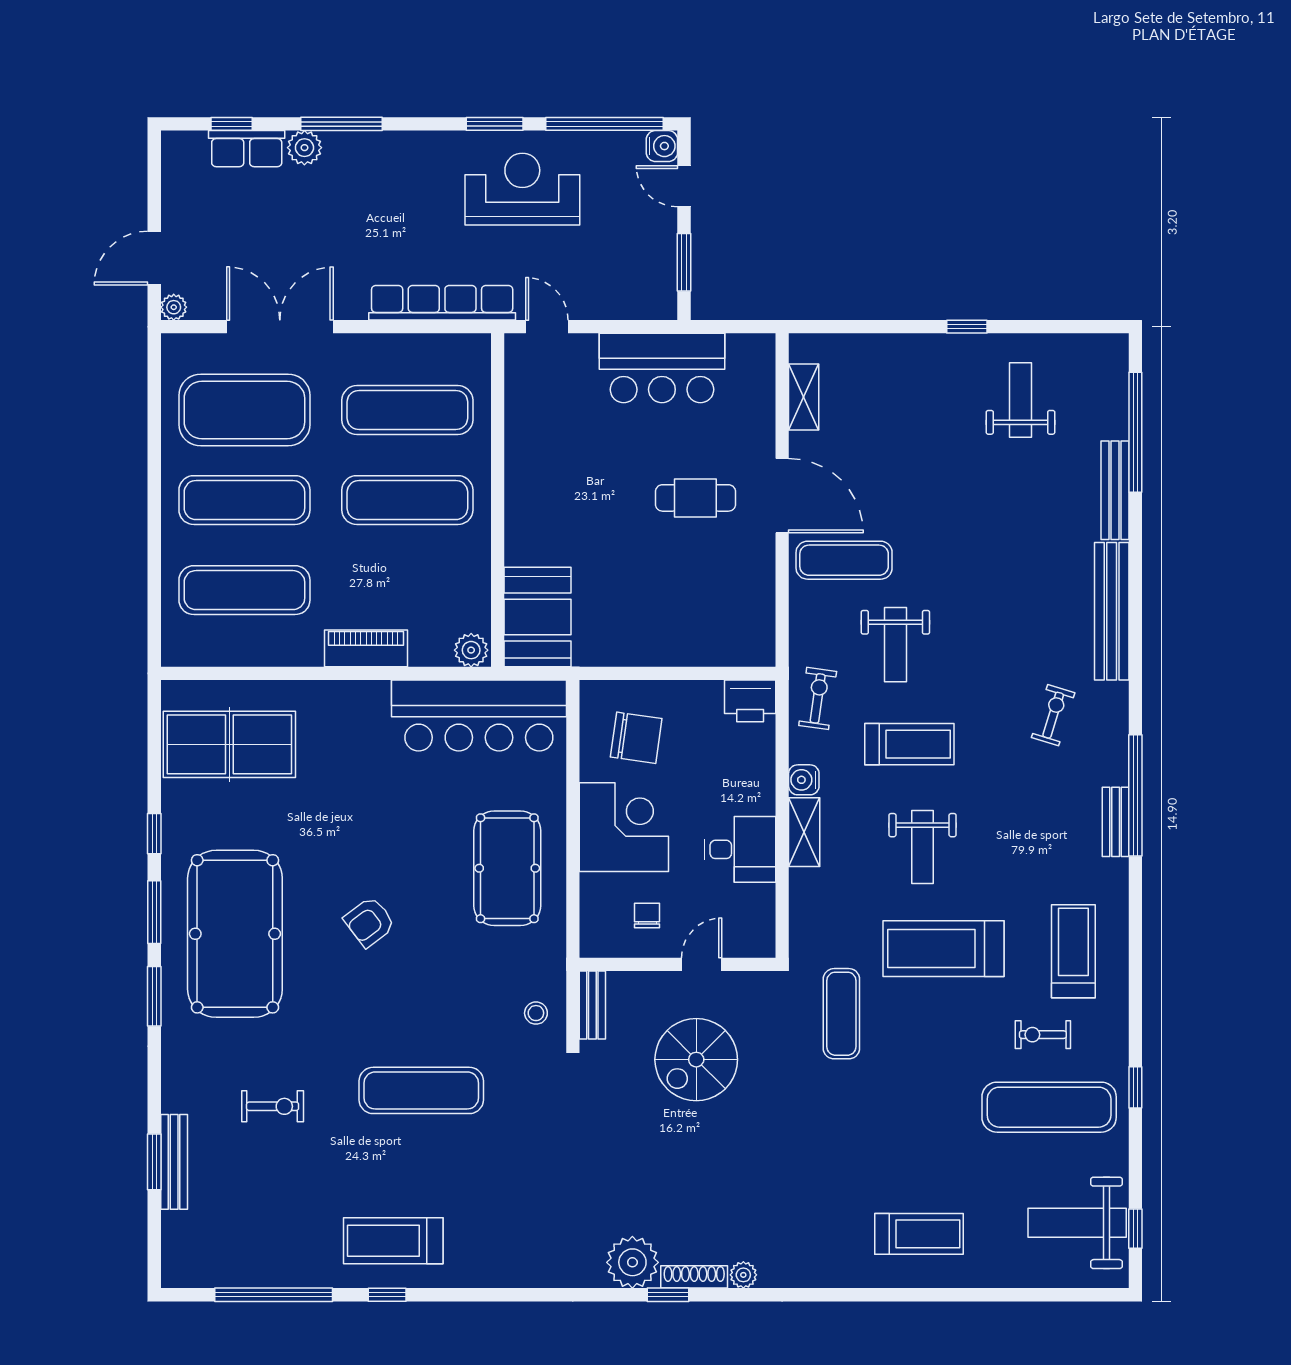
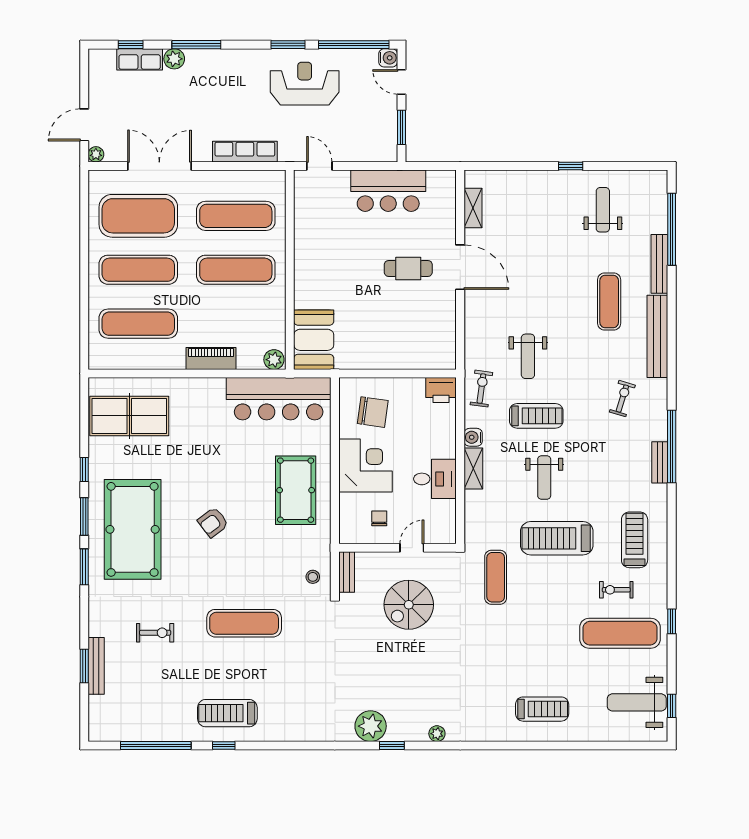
row of seats: (442, 303) -> (245, 152), width x0.73
exercise mat: (844, 560) -> (609, 301), moved, turned 90
shoe rack: (694, 1277) -> (408, 735), removed

